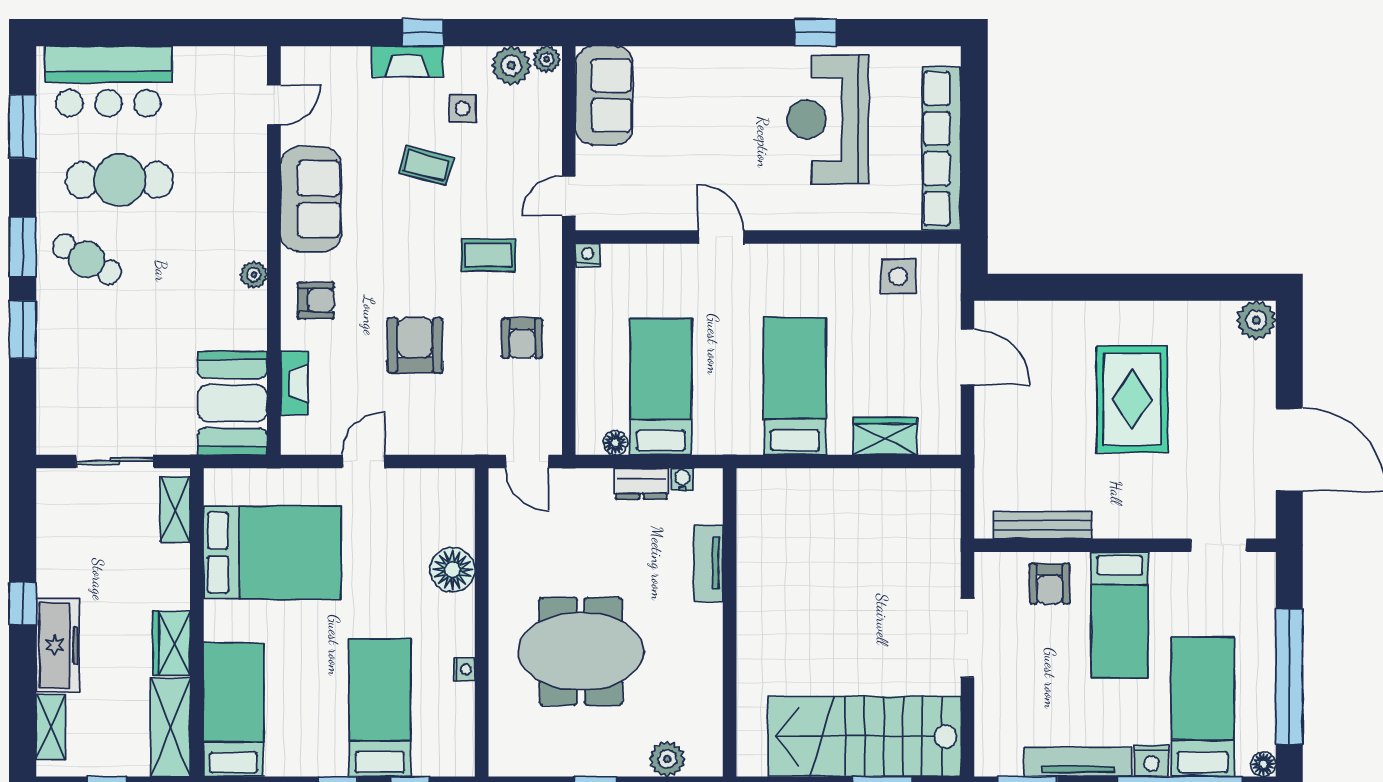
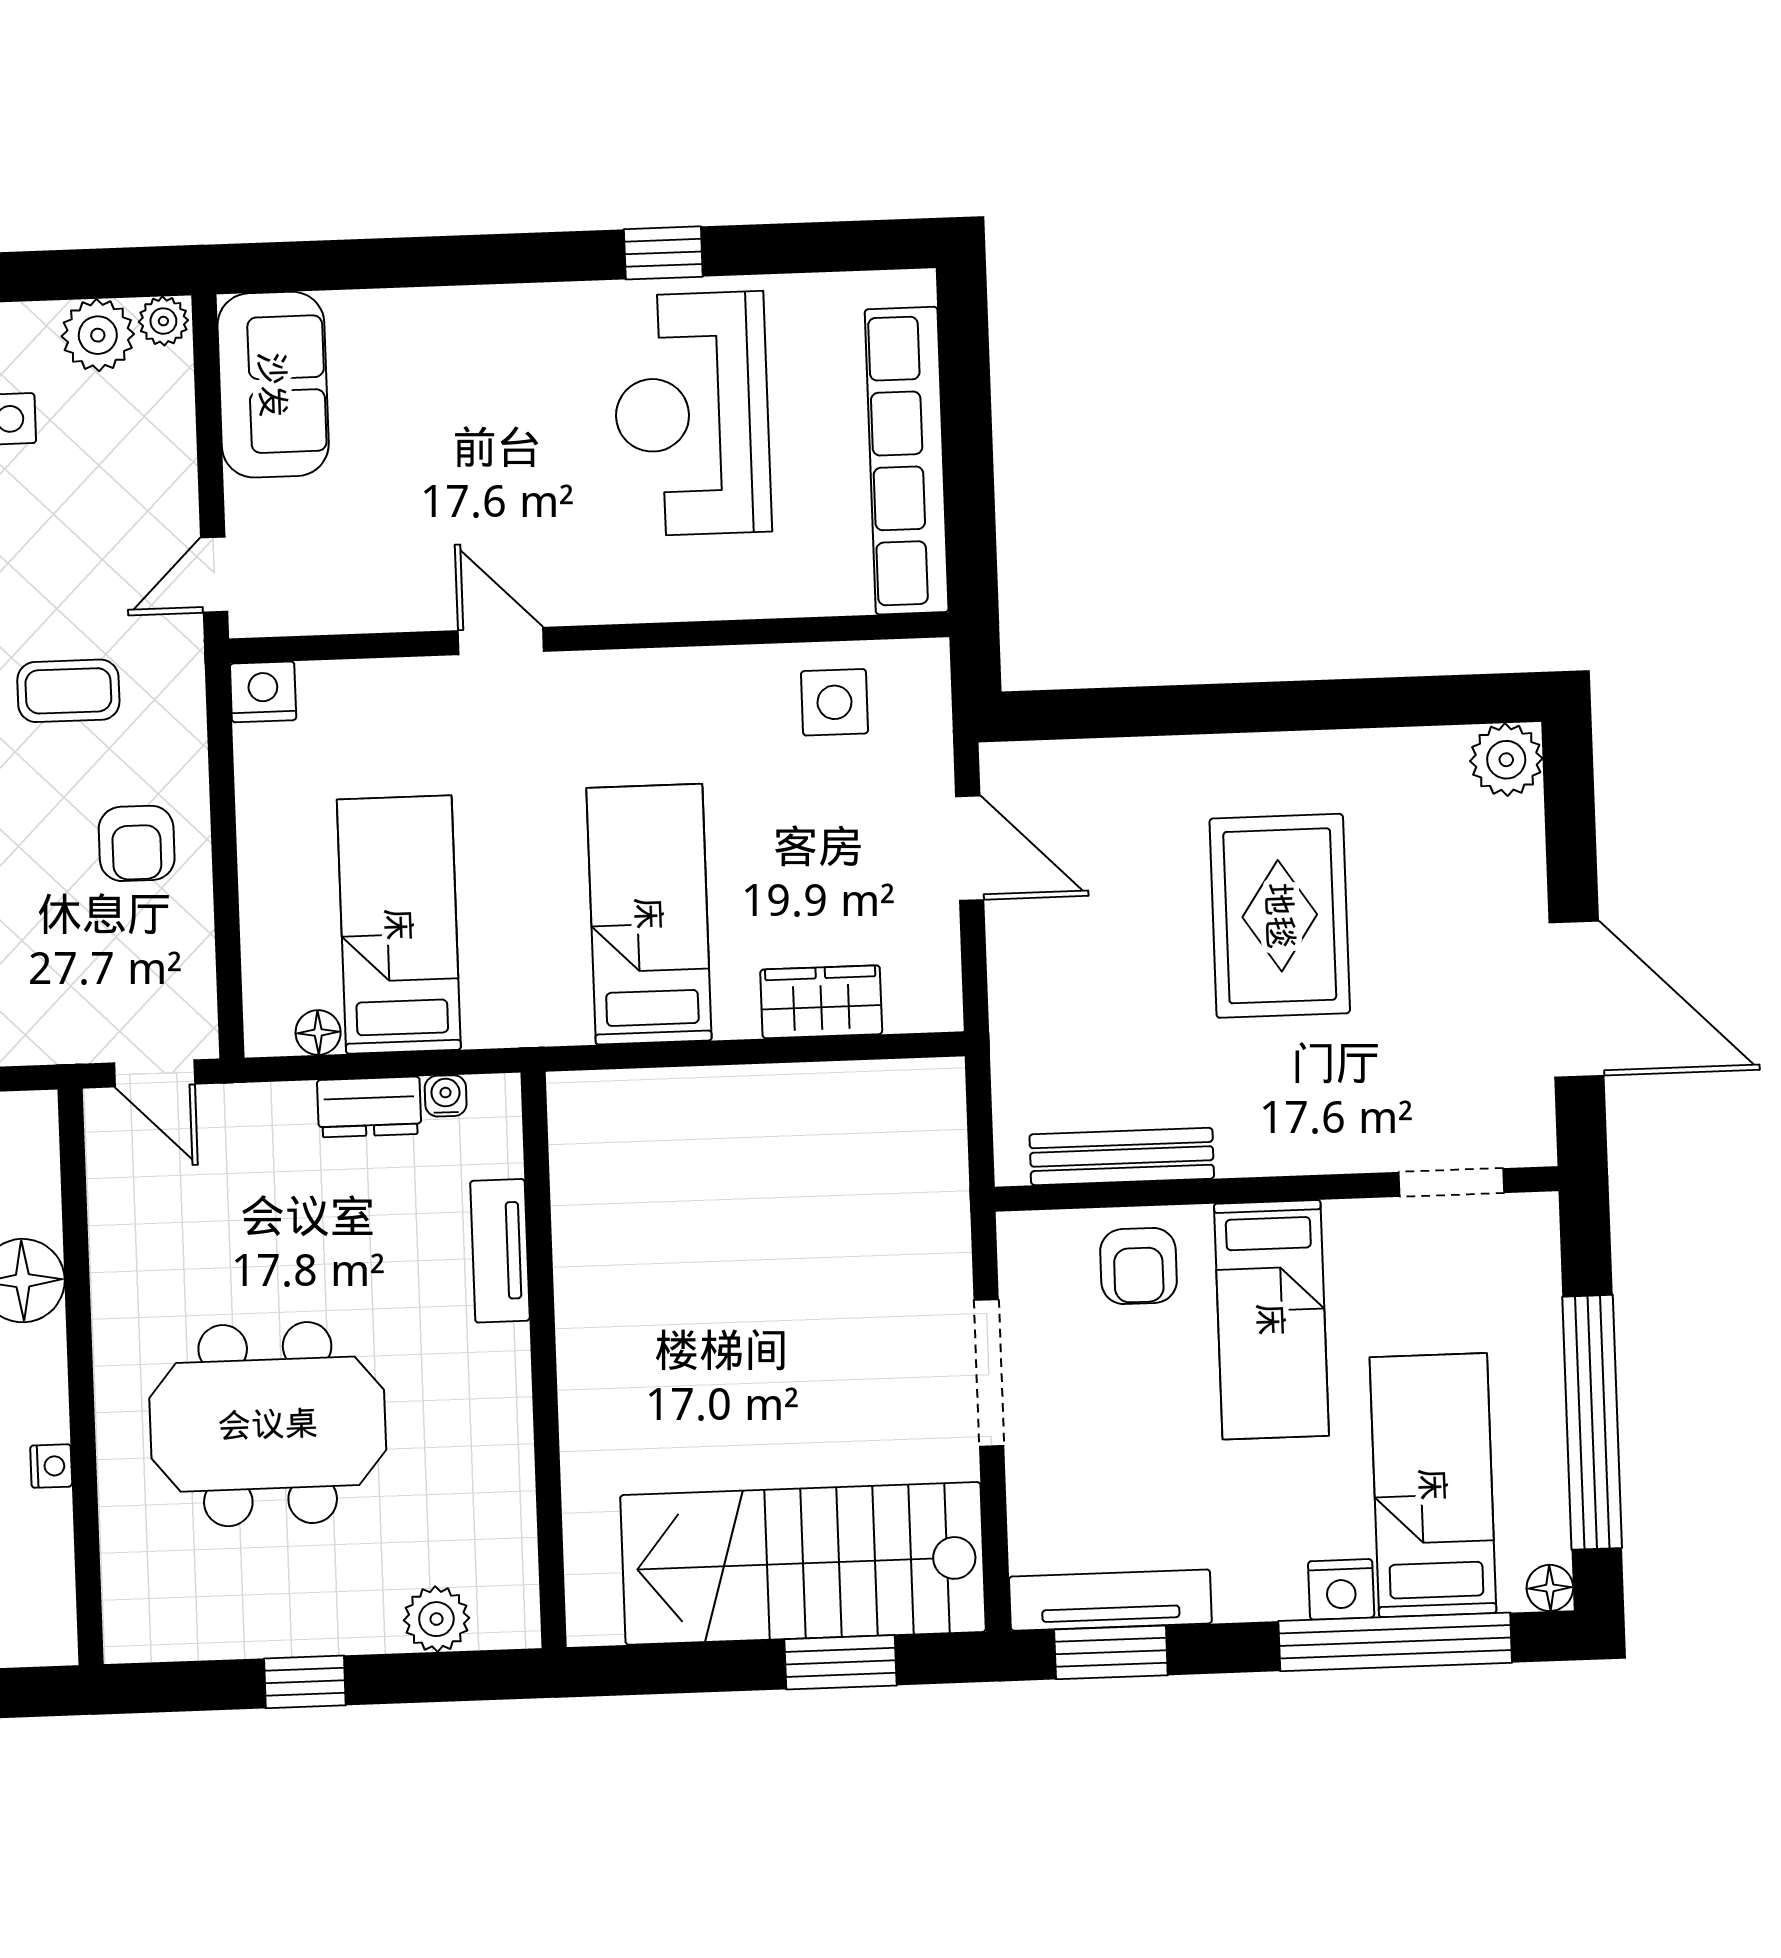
nightstand: (588, 255) -> (263, 692), width x1.39, depth x1.35
tv unit: (1078, 762) -> (1110, 1600), moved

